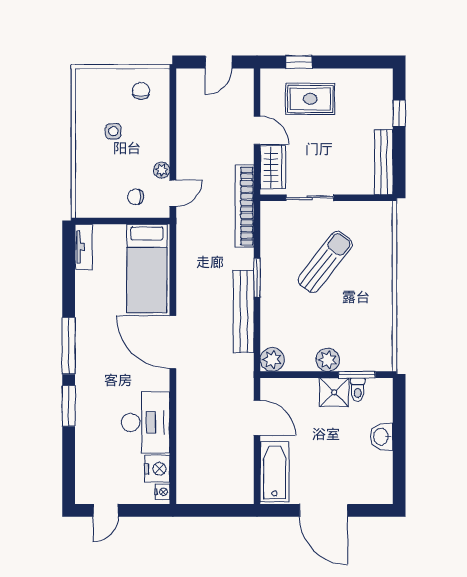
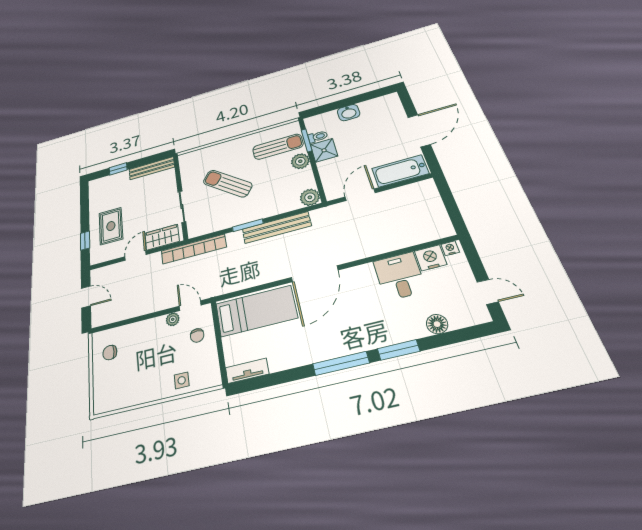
side table: (113, 131) -> (182, 380), moved
sun lounger: (360, 337) -> (278, 147), added
desk: (146, 422) -> (399, 276), width x0.73
floor lamp: (85, 451) -> (437, 324), added

